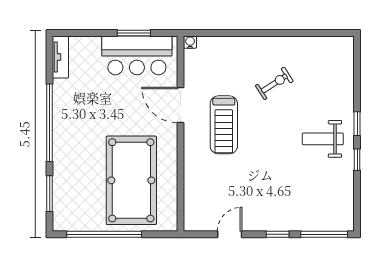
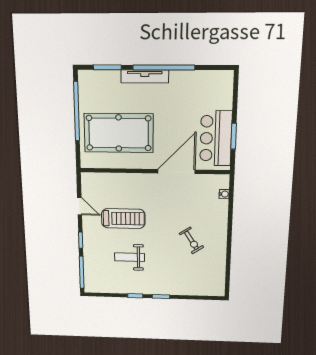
water cooler: (190, 42) -> (224, 194), moved
tv unit: (60, 57) -> (145, 76), moved, width x1.41
door: (180, 105) -> (176, 171), width x1.36
treadmill: (224, 125) -> (123, 219), moved, turned 180
weight bench: (323, 139) -> (130, 257), moved, turned -90

